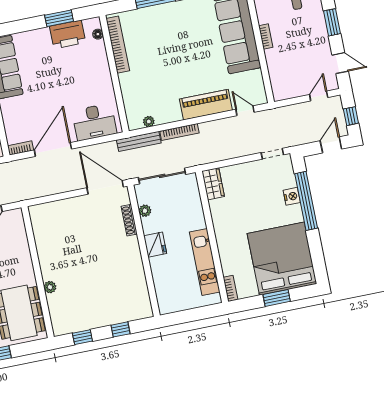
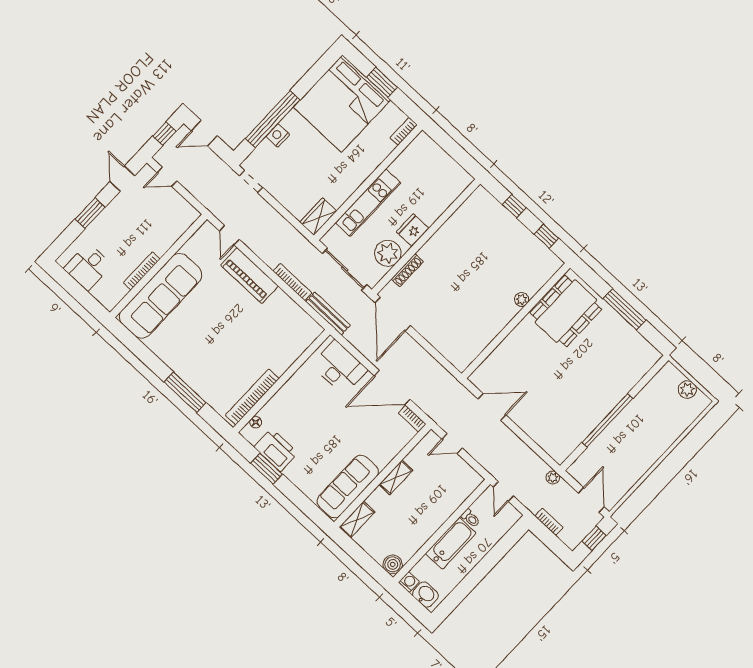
bookcase: (266, 36) -> (142, 271), width x1.56
plant: (149, 122) -> (303, 317), removed
plant: (145, 211) -> (388, 253), width x1.88, depth x1.88
kitchen unit: (205, 262) -> (368, 203), moved

